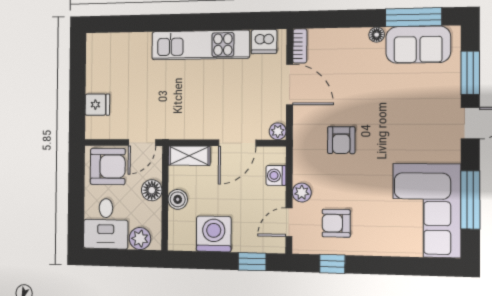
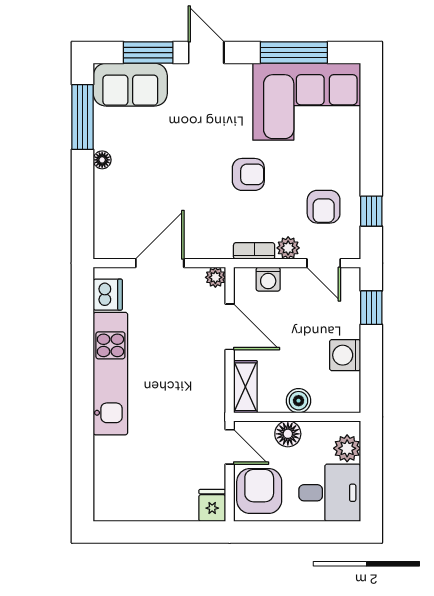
sofa: (418, 45) -> (130, 85), moved, turned 90
bookcase: (300, 46) -> (254, 251), moved
fridge: (97, 105) -> (212, 505), moved
armchair: (341, 140) -> (248, 174), moved
washing machine: (214, 234) -> (345, 355), width x0.73, depth x0.73

